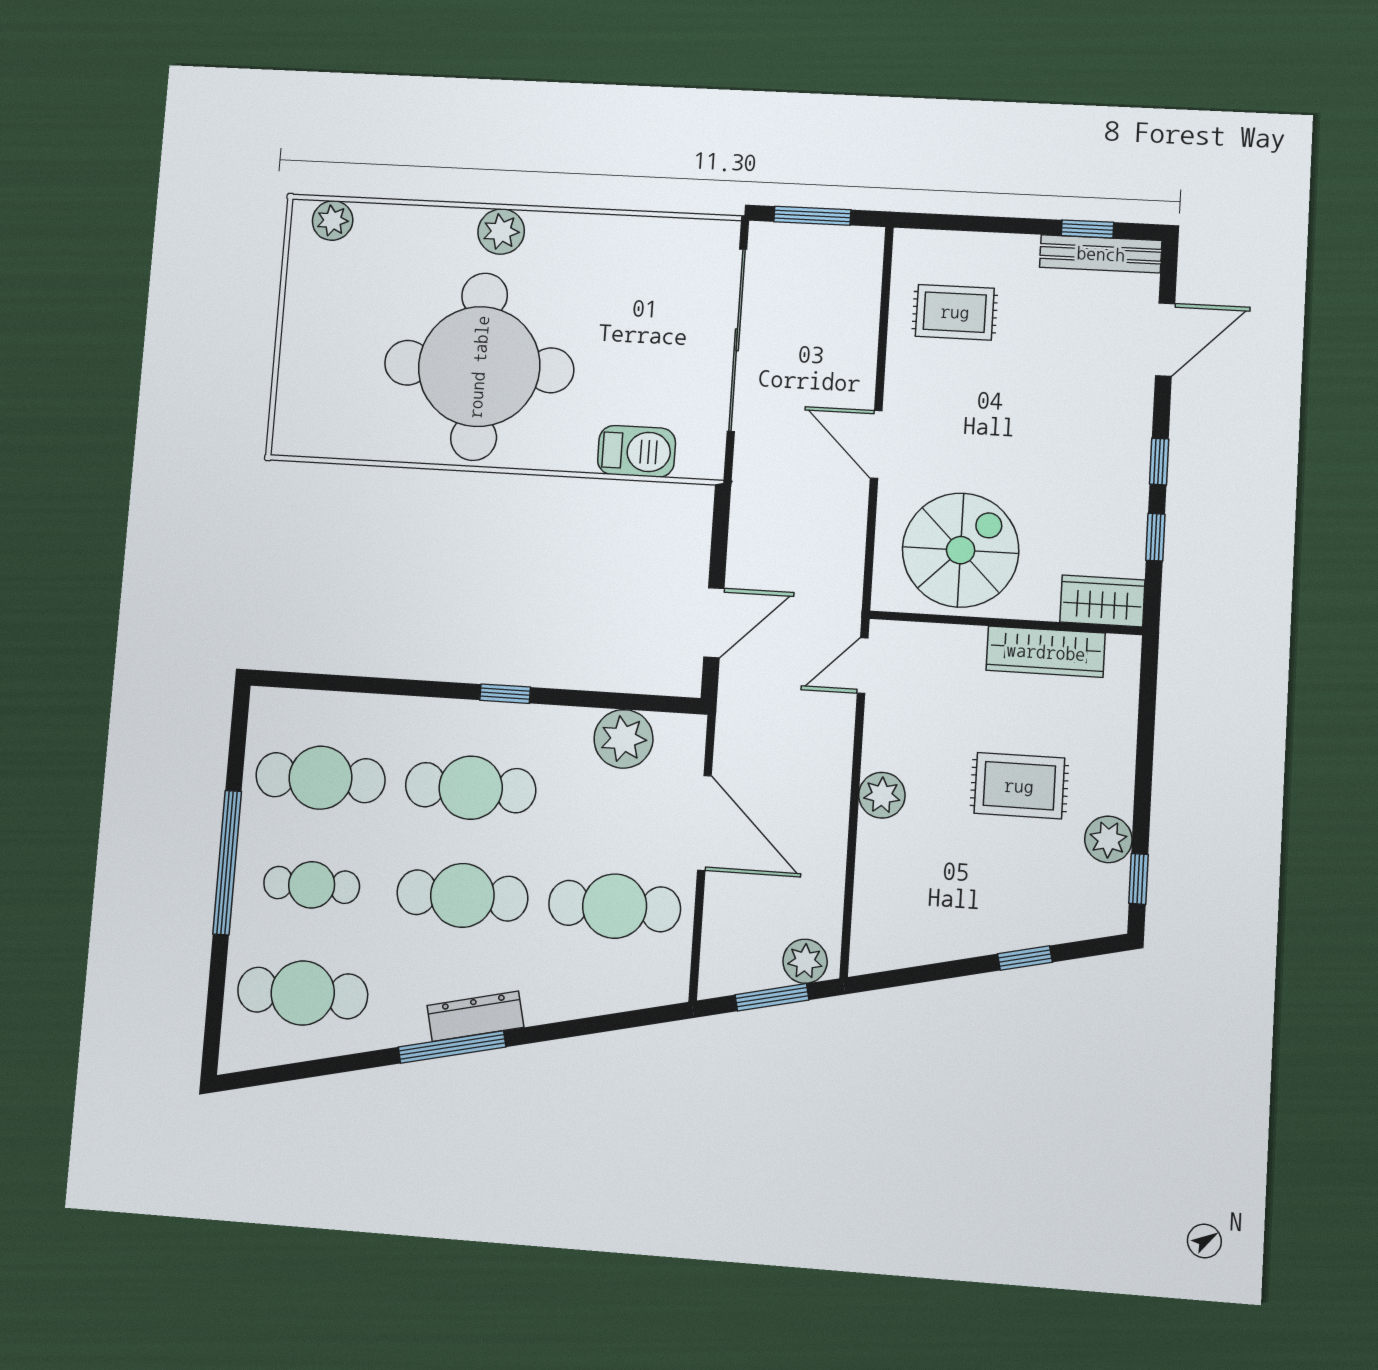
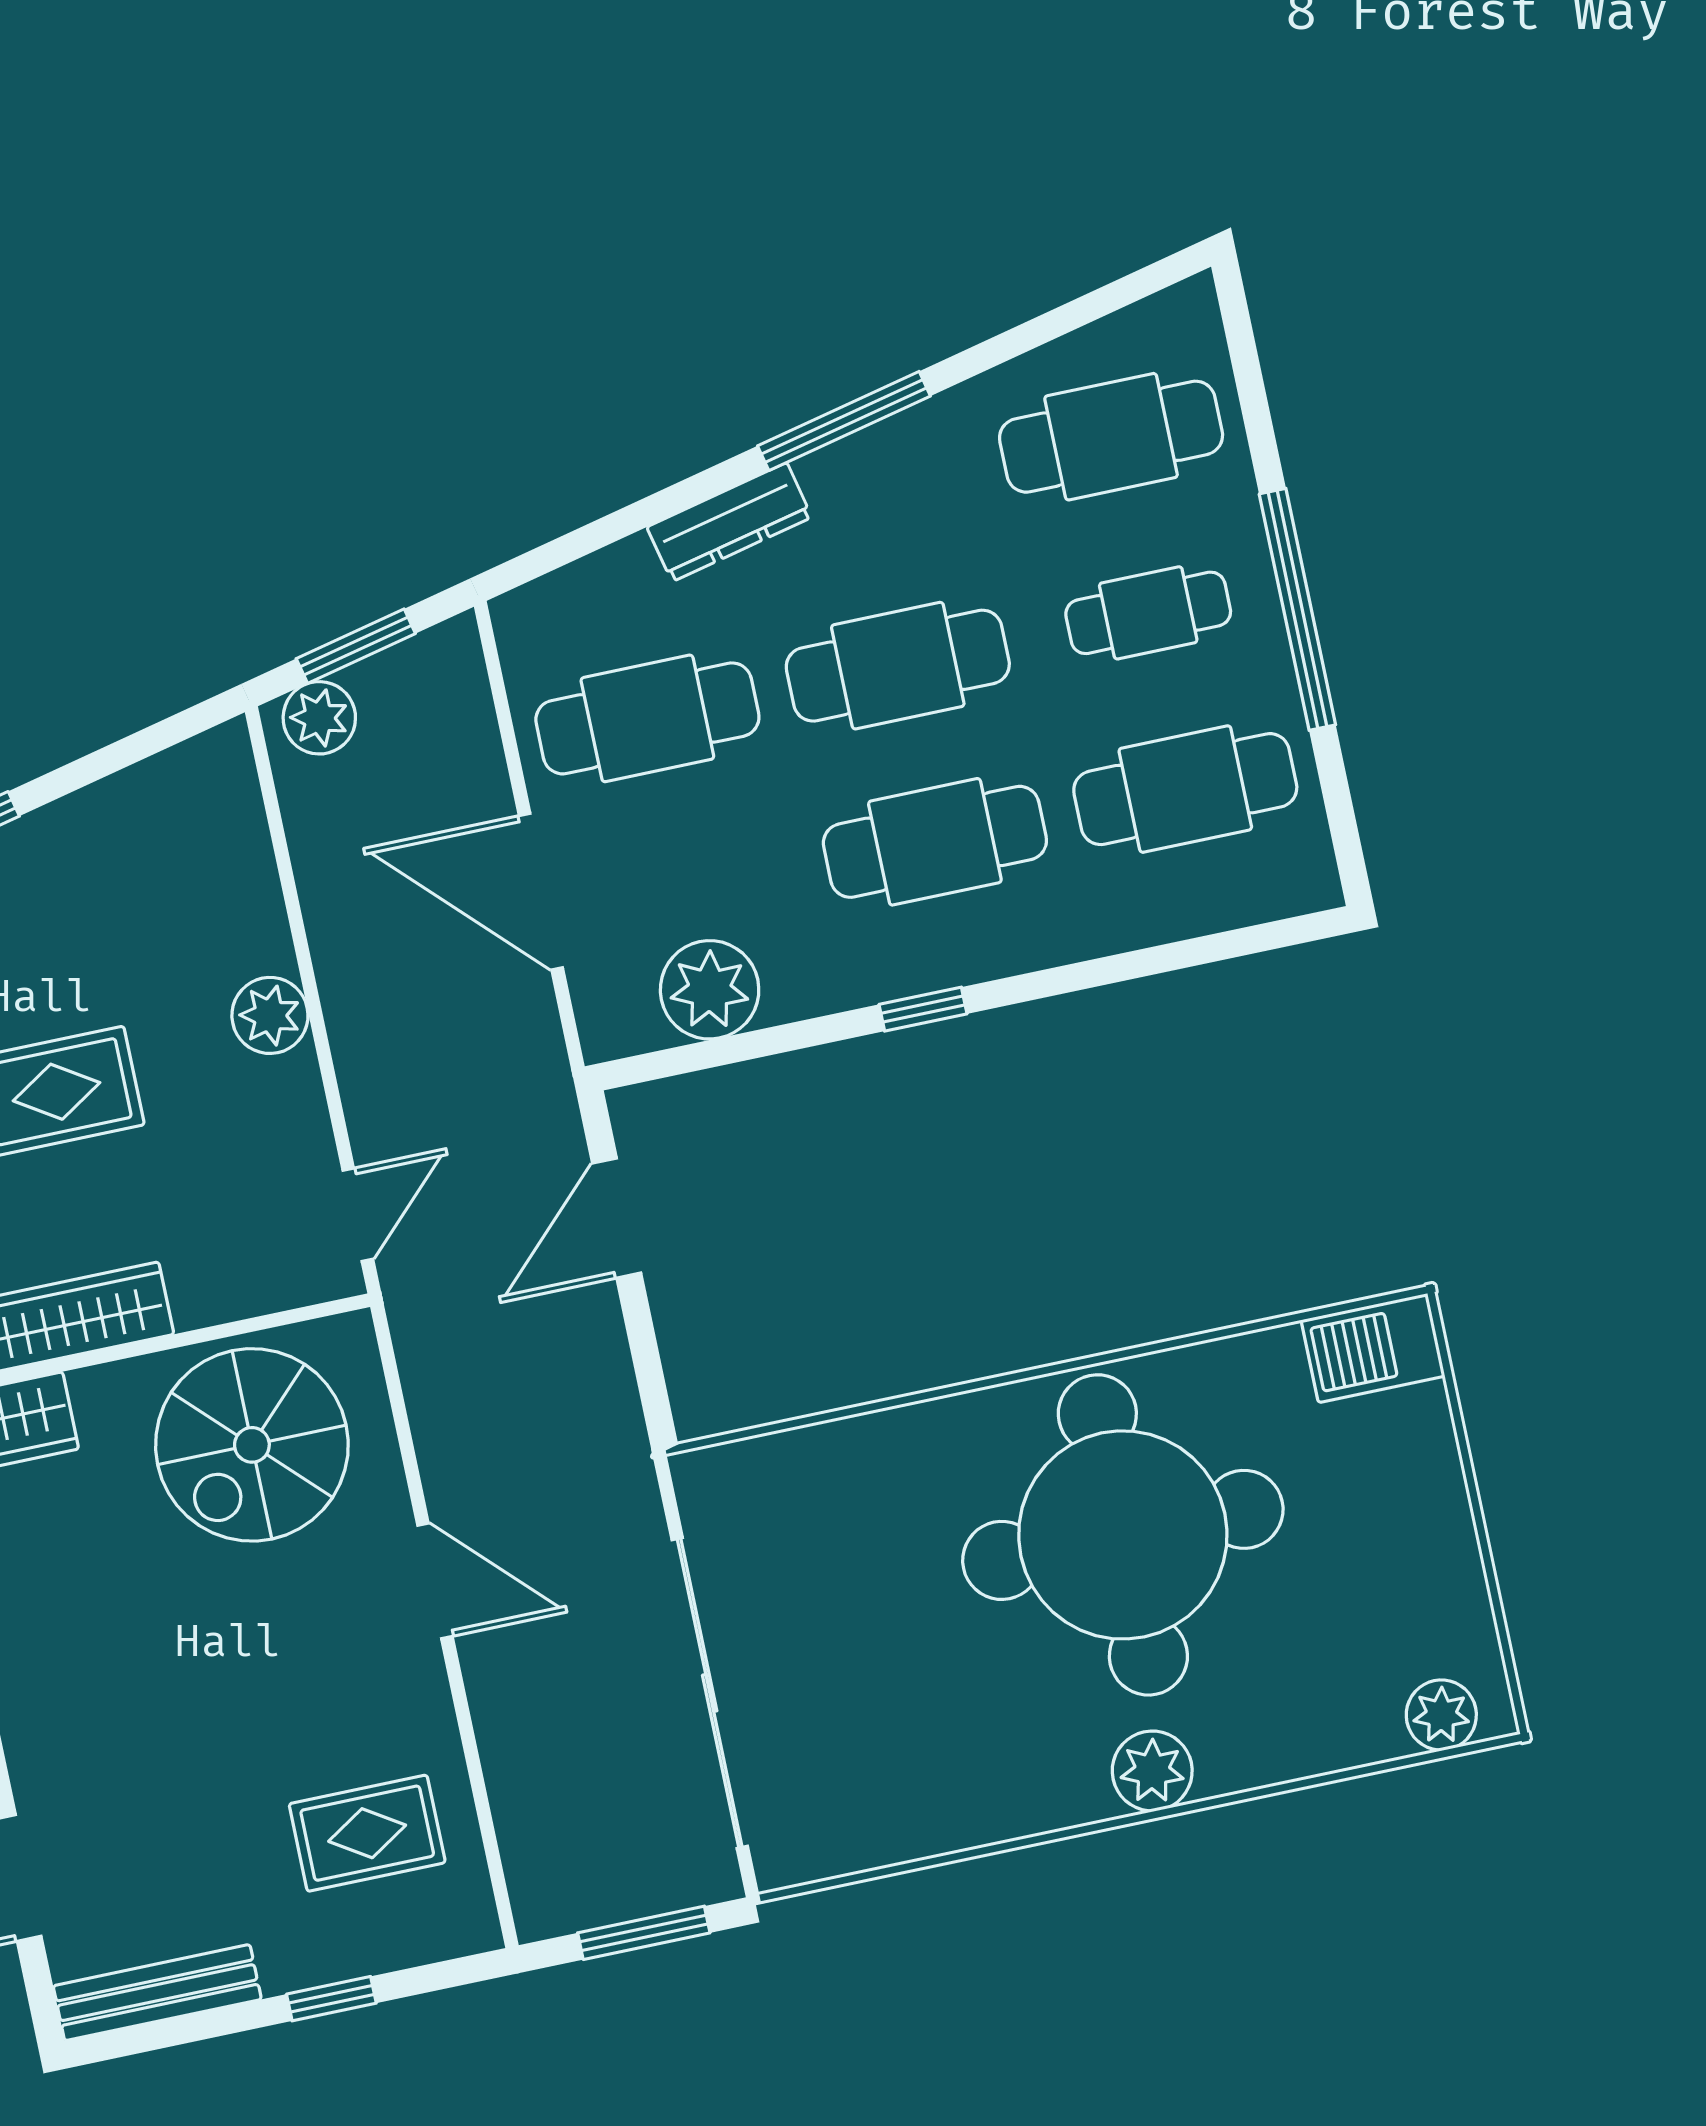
window: (1087, 229) -> (331, 1999), moved
barbecue: (636, 451) -> (1373, 1348), moved
dresser: (475, 1016) -> (729, 522), moved

